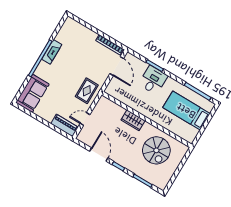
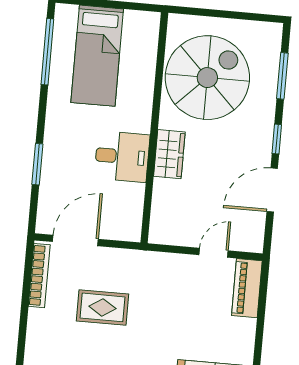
desk: (153, 80) -> (122, 157), moved, turned 180
rug: (87, 91) -> (102, 307), moved
door: (85, 119) -> (214, 253), swing flipped
spiral stairs: (156, 150) -> (207, 78), width x1.37, depth x1.37

